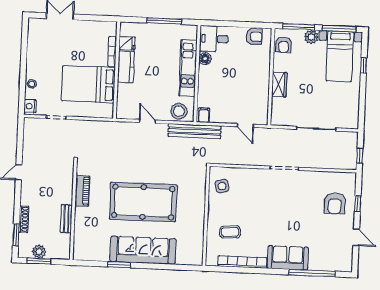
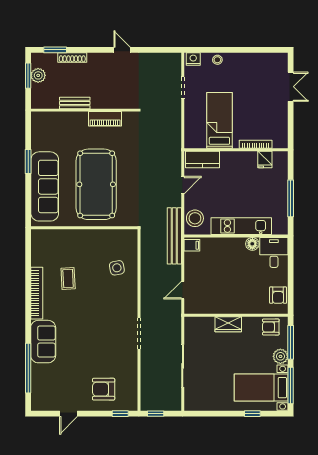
kitchen counter: (126, 67) -> (202, 160), moved
bed: (88, 84) -> (219, 120), width x0.67
window: (358, 204) -> (120, 414), moved
wall: (206, 216) -> (84, 228), moved

